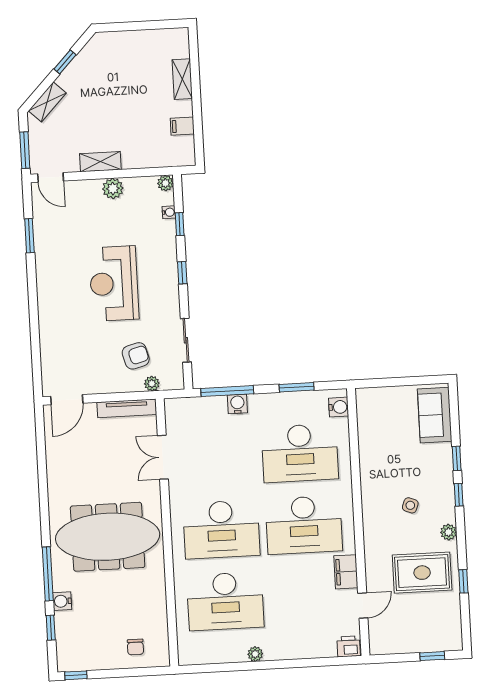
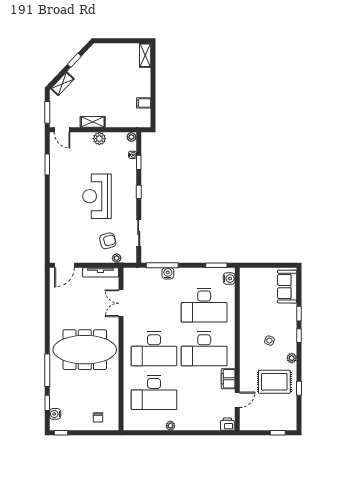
shelving: (182, 79) -> (145, 55), moved
window: (297, 387) -> (216, 265), moved
water cooler: (62, 601) -> (55, 414), moved

